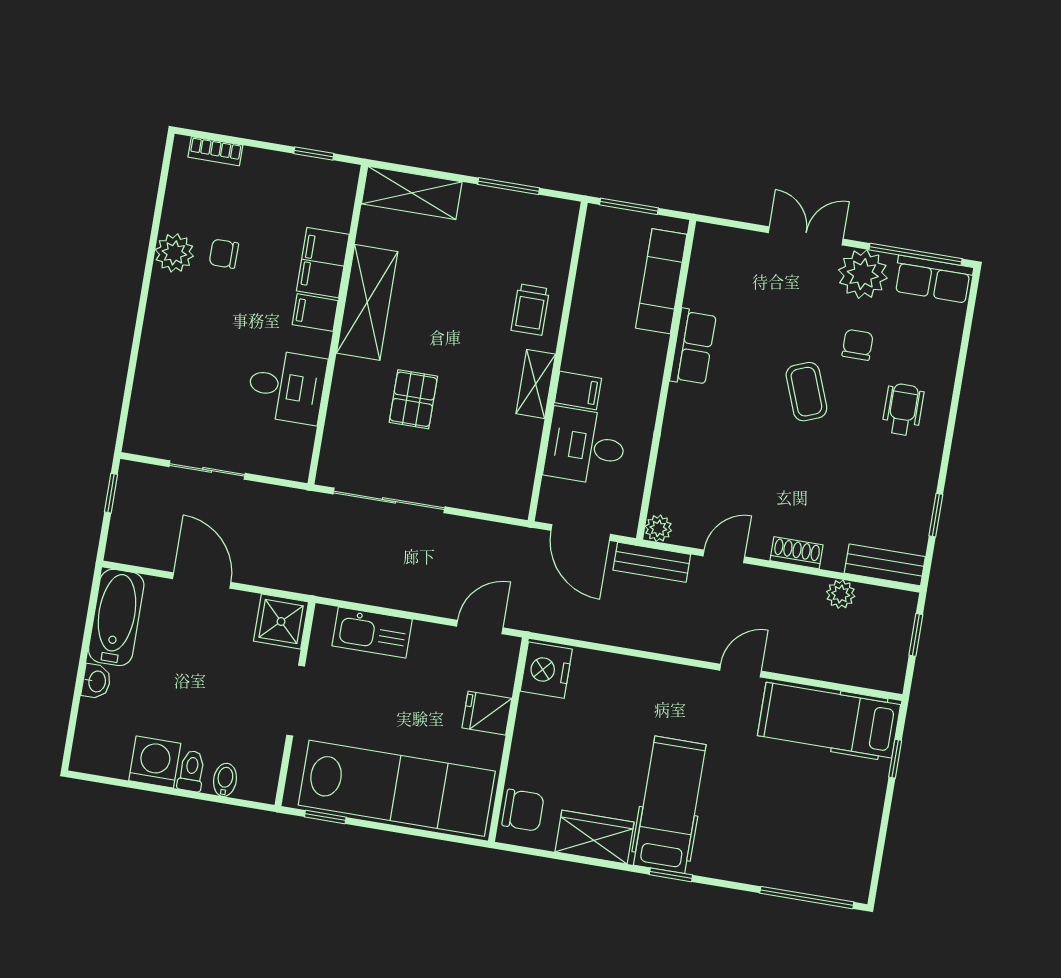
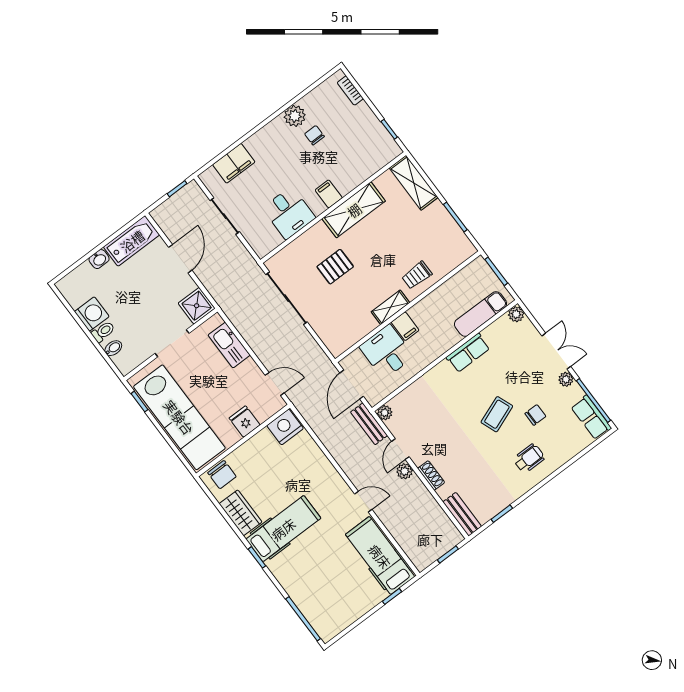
plant: (708, 237) -> (516, 314), added
filing cabinet: (323, 263) -> (234, 163), moved, turned 180
plant: (863, 274) -> (566, 379), width x0.53, depth x0.53
door: (724, 556) -> (400, 449), swing flipped
plant: (841, 594) -> (405, 471), moved

